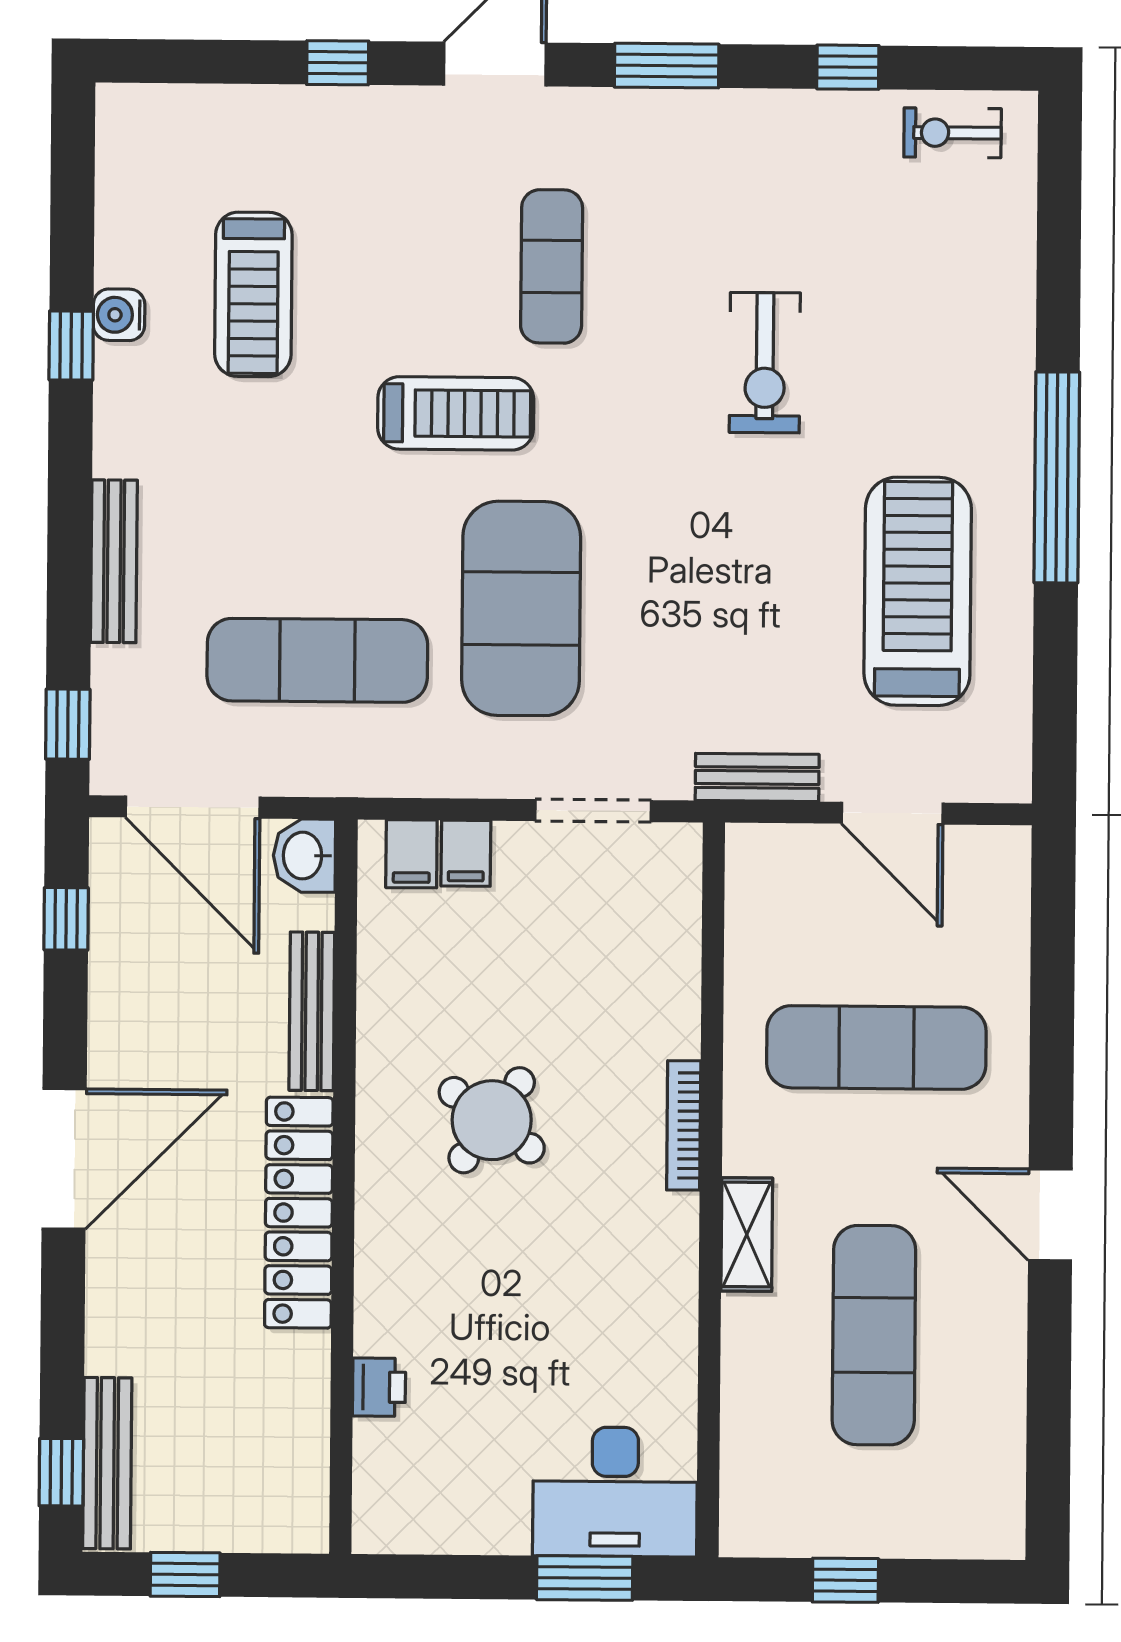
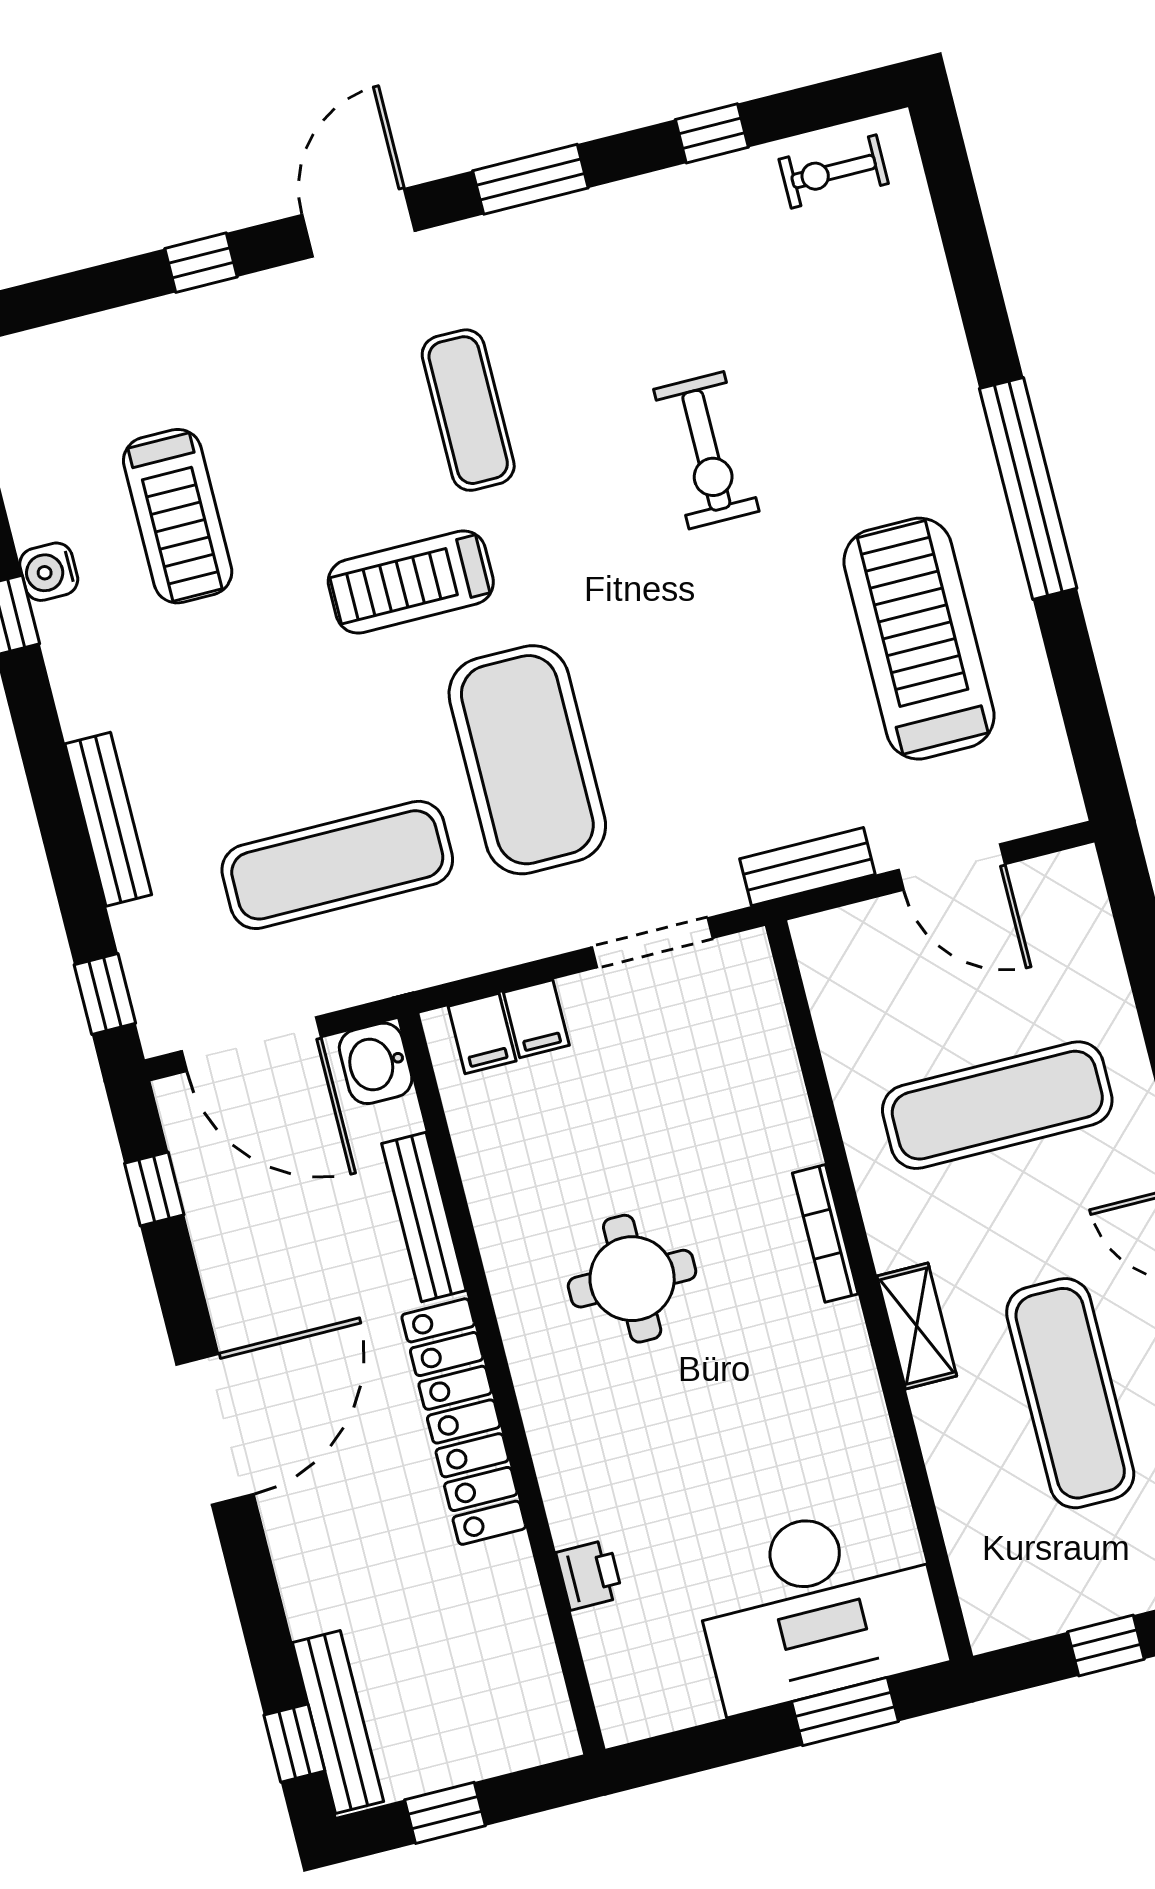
treadmill: (456, 413) -> (411, 582), turned 180
round table: (492, 1120) -> (632, 1279), turned -36
desk: (615, 1492) -> (818, 1606), width x1.36, depth x1.30

